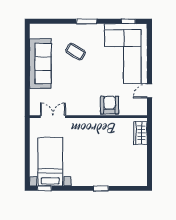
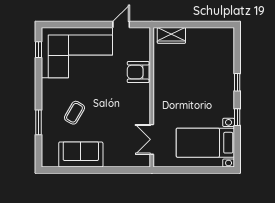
window: (87, 21) -> (38, 122), moved
sofa: (40, 64) -> (81, 155), width x0.73
door: (150, 91) -> (121, 24), swing flipped
window: (44, 188) -> (237, 117), moved

